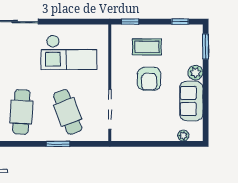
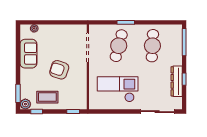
coffee table: (147, 47) -> (47, 97), moved
plant: (195, 73) -> (25, 104), moved
armchair: (149, 79) -> (59, 70), turned -72
cafe table: (68, 112) -> (119, 46), turned 36

